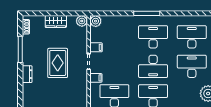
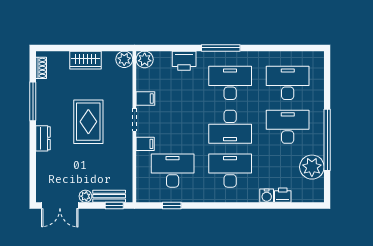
printer: (122, 22) -> (184, 61), added

